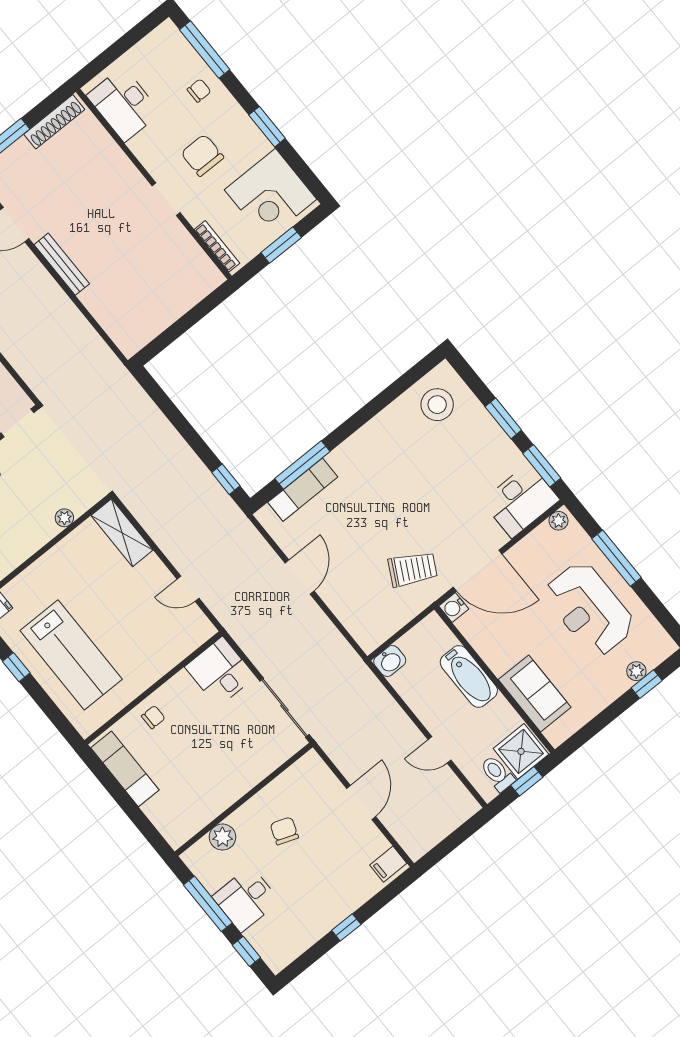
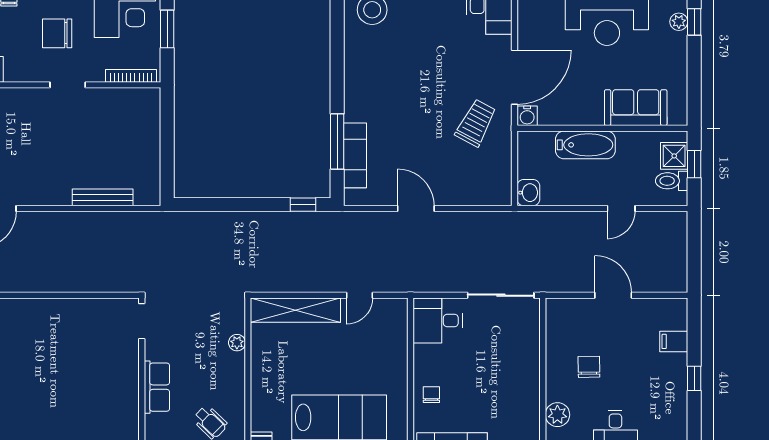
bench: (62, 264) -> (103, 197), moved
shelving: (122, 533) -> (295, 310), width x1.47
shower: (521, 751) -> (674, 156), width x0.73, depth x0.73
chair: (284, 831) -> (589, 367), turned 69
filing cabinet: (388, 864) -> (674, 341), moved, turned 90

